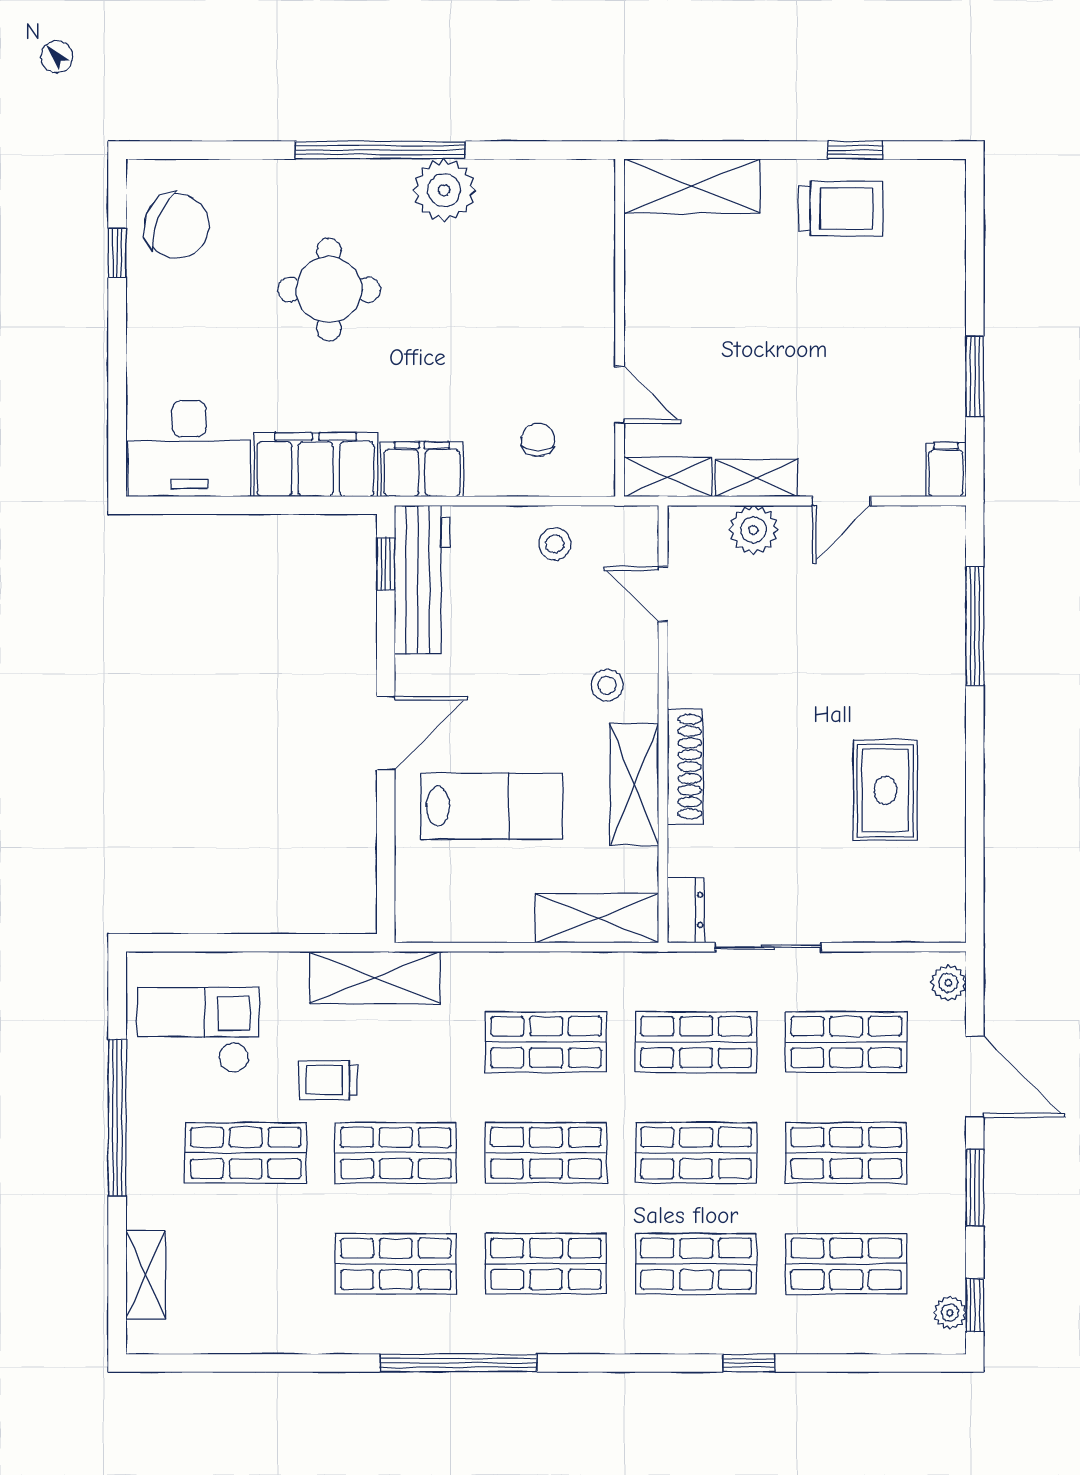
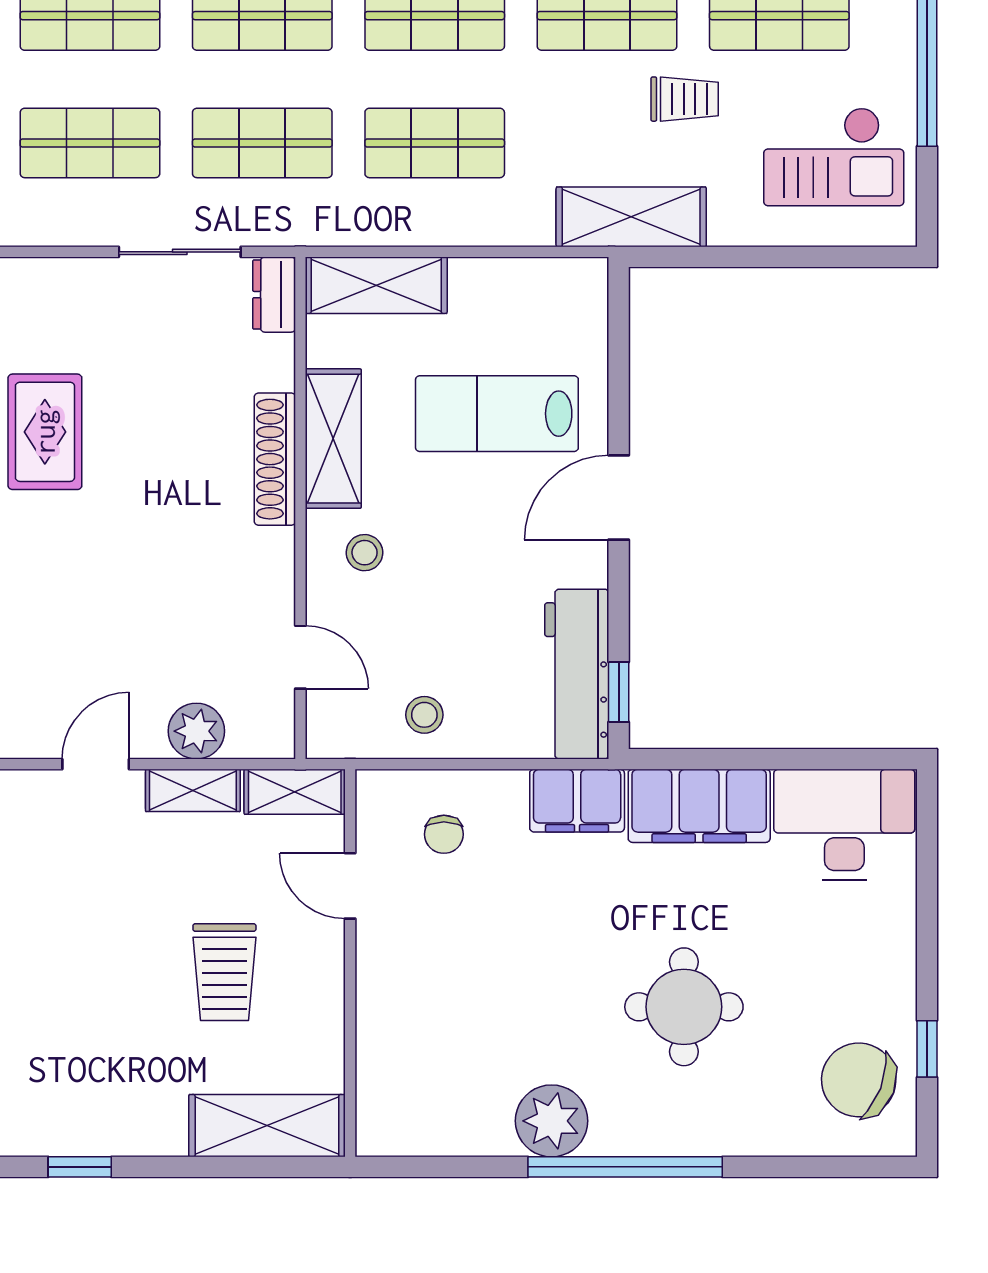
trolley: (841, 208) -> (224, 972), moved, turned -90

